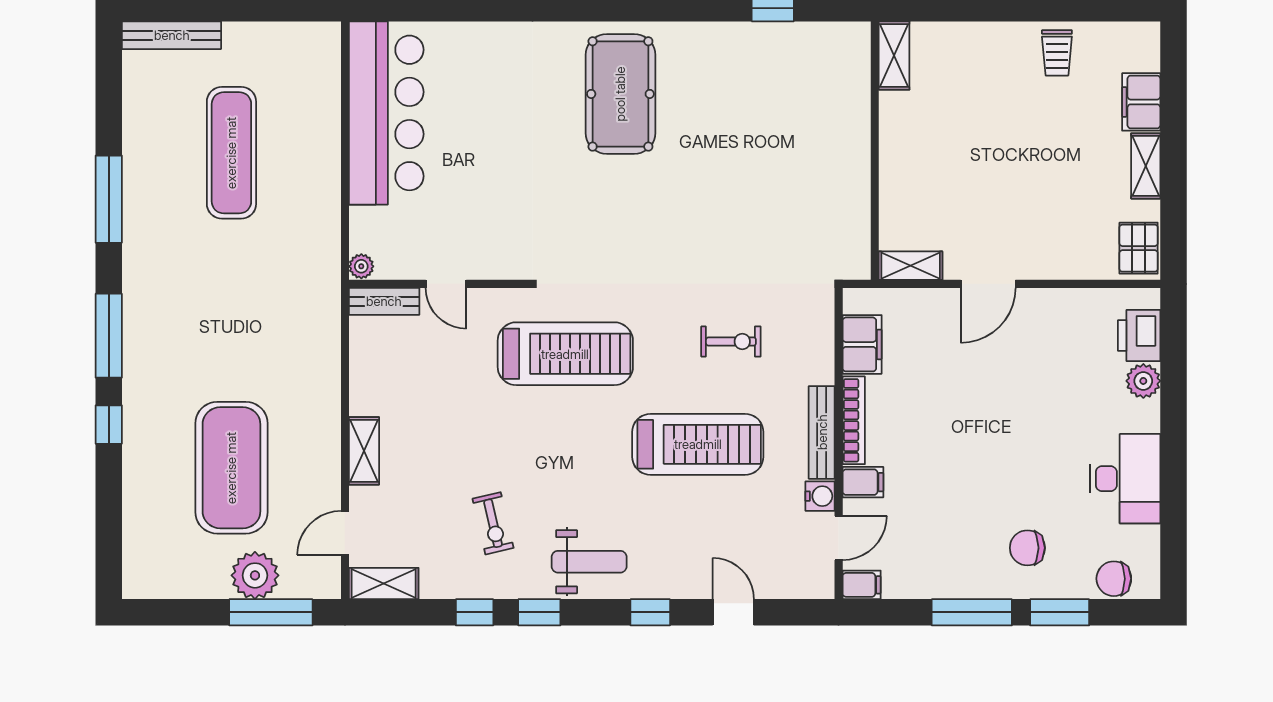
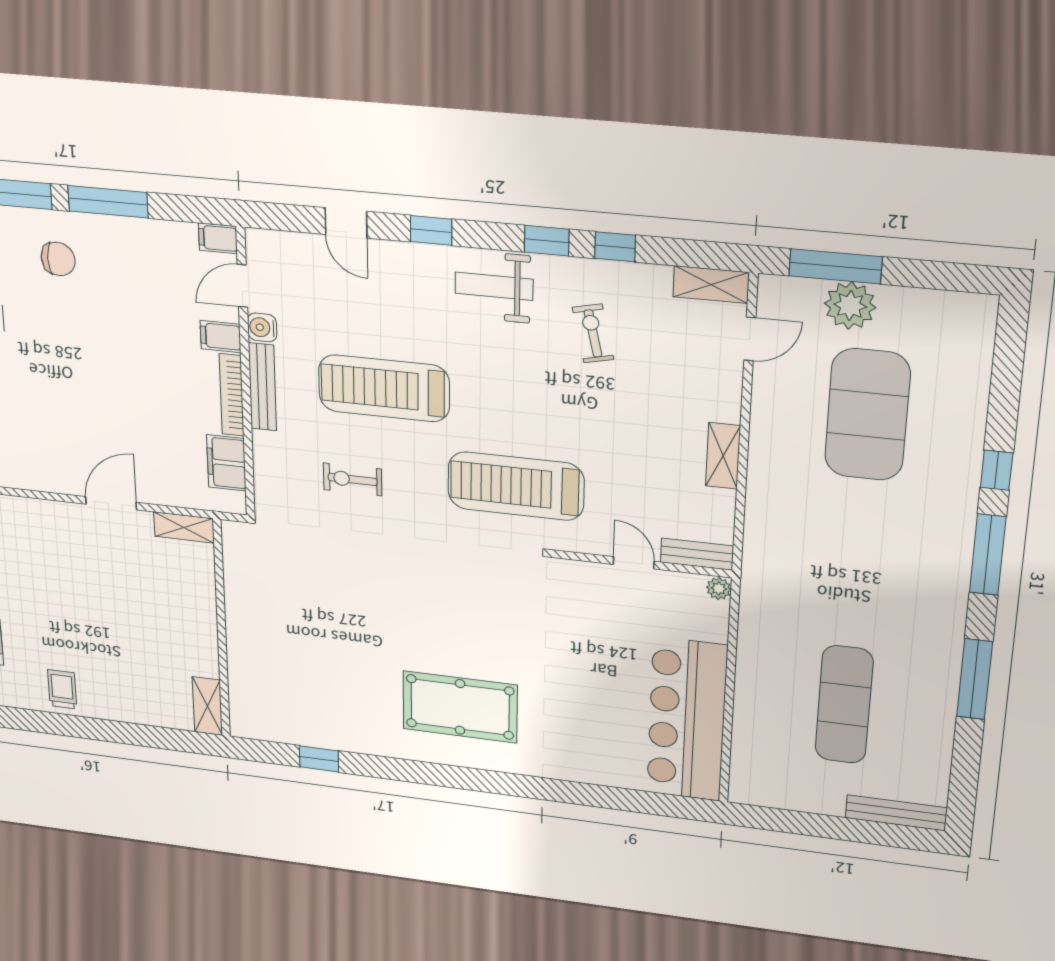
pool table: (620, 94) -> (460, 707), turned 90
shelving: (364, 451) -> (723, 456), moved

